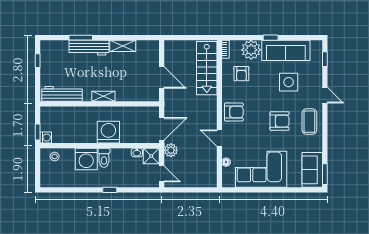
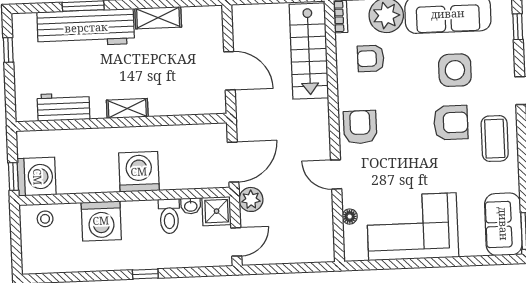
workbench: (89, 48) -> (86, 28), width x1.36, depth x1.32
armchair: (241, 74) -> (371, 58), turned 90
workbench: (62, 94) -> (63, 107), width x0.73
armchair: (234, 112) -> (360, 127), turned -90
armchair: (280, 121) -> (451, 123), moved
washing machine: (46, 138) -> (37, 177), width x1.89, depth x1.89
toilet: (104, 158) -> (169, 216), moved
door: (162, 174) -> (236, 242), hinge flipped

